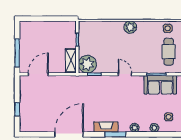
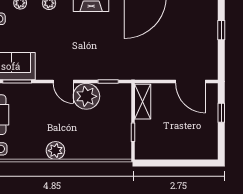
window: (17, 53) -> (221, 113), width x0.46
plant: (87, 64) -> (86, 96), moved
door: (38, 74) -> (190, 81), hinge flipped

